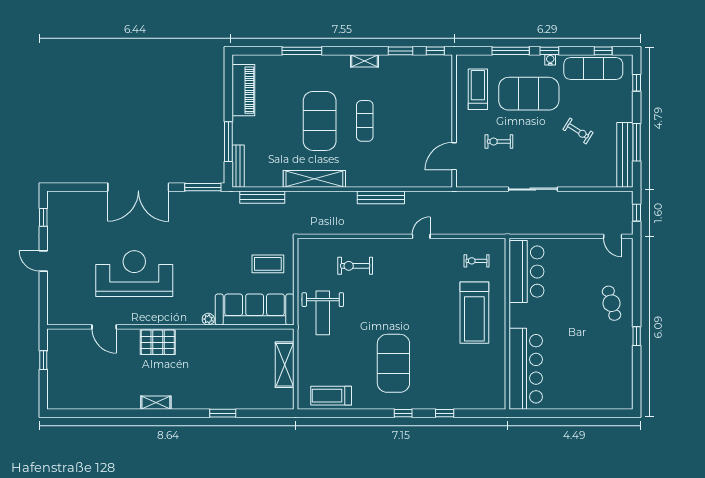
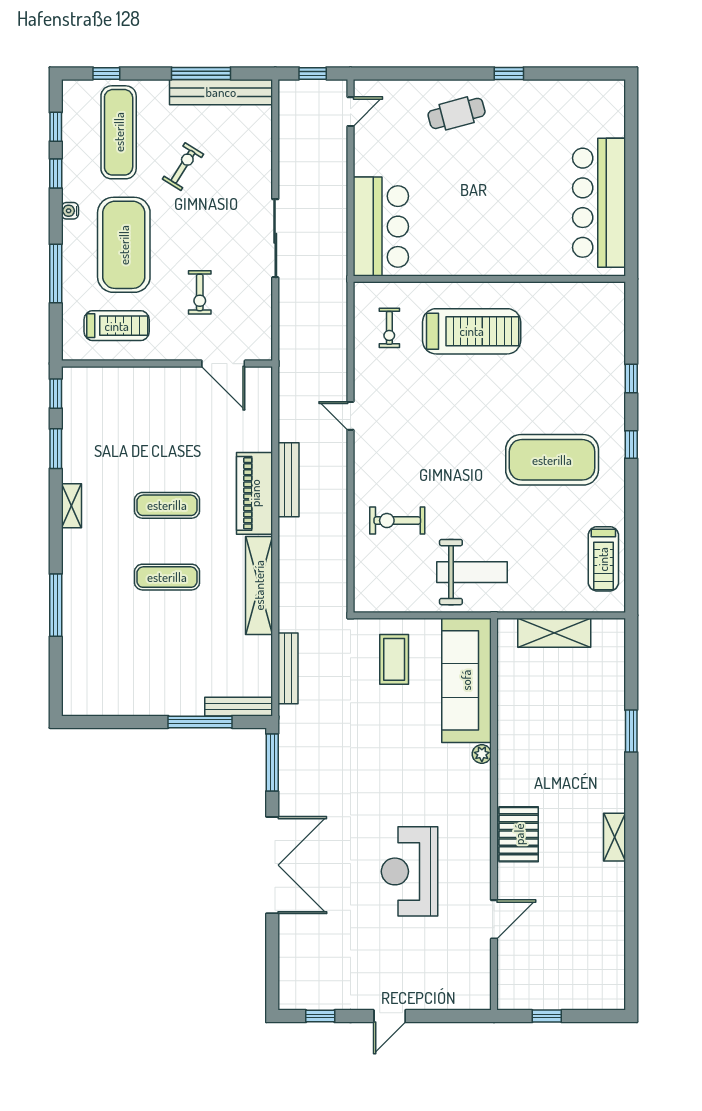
window: (549, 51) -> (56, 173), moved
exercise mat: (593, 68) -> (119, 132), moved
treadmill: (478, 89) -> (117, 326), turned 180
piano: (243, 90) -> (255, 493), moved, turned -90
exercise mat: (320, 121) -> (167, 577), width x0.50, depth x0.69
exercise bike: (355, 266) -> (397, 521), turned 90
bar counter: (526, 272) -> (381, 227), moved, turned 90
reception desk: (134, 274) -> (410, 871), width x0.74, depth x0.77
bar counter: (526, 369) -> (599, 203), moved, turned -90

